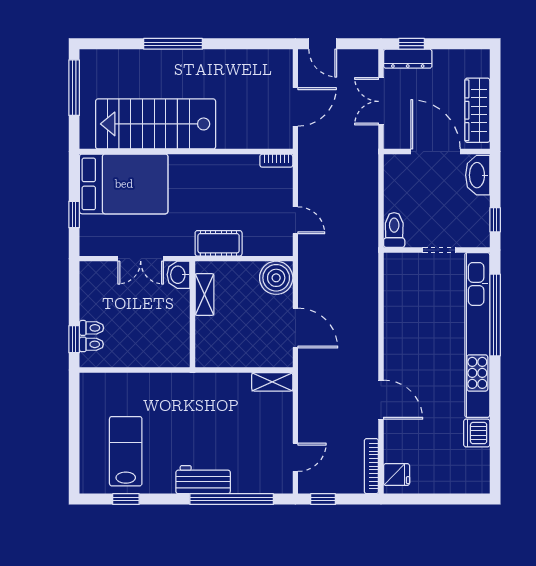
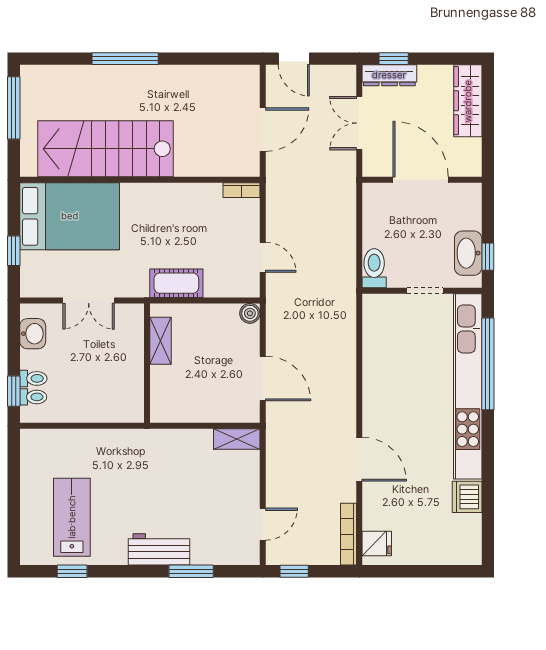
wardrobe: (477, 110) -> (468, 101), moved
washbasin: (478, 175) -> (468, 253), moved
washbasin: (179, 275) -> (33, 334), moved, turned 180
boiler: (276, 278) -> (250, 313), width x0.54, depth x0.54
window: (232, 499) -> (191, 571), width x0.47

